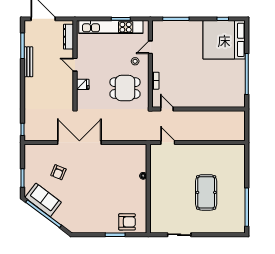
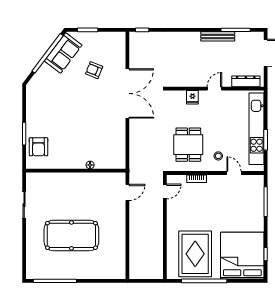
rug: (223, 82) -> (195, 254), added
pool table: (206, 192) -> (71, 235), width x1.36, depth x1.32

